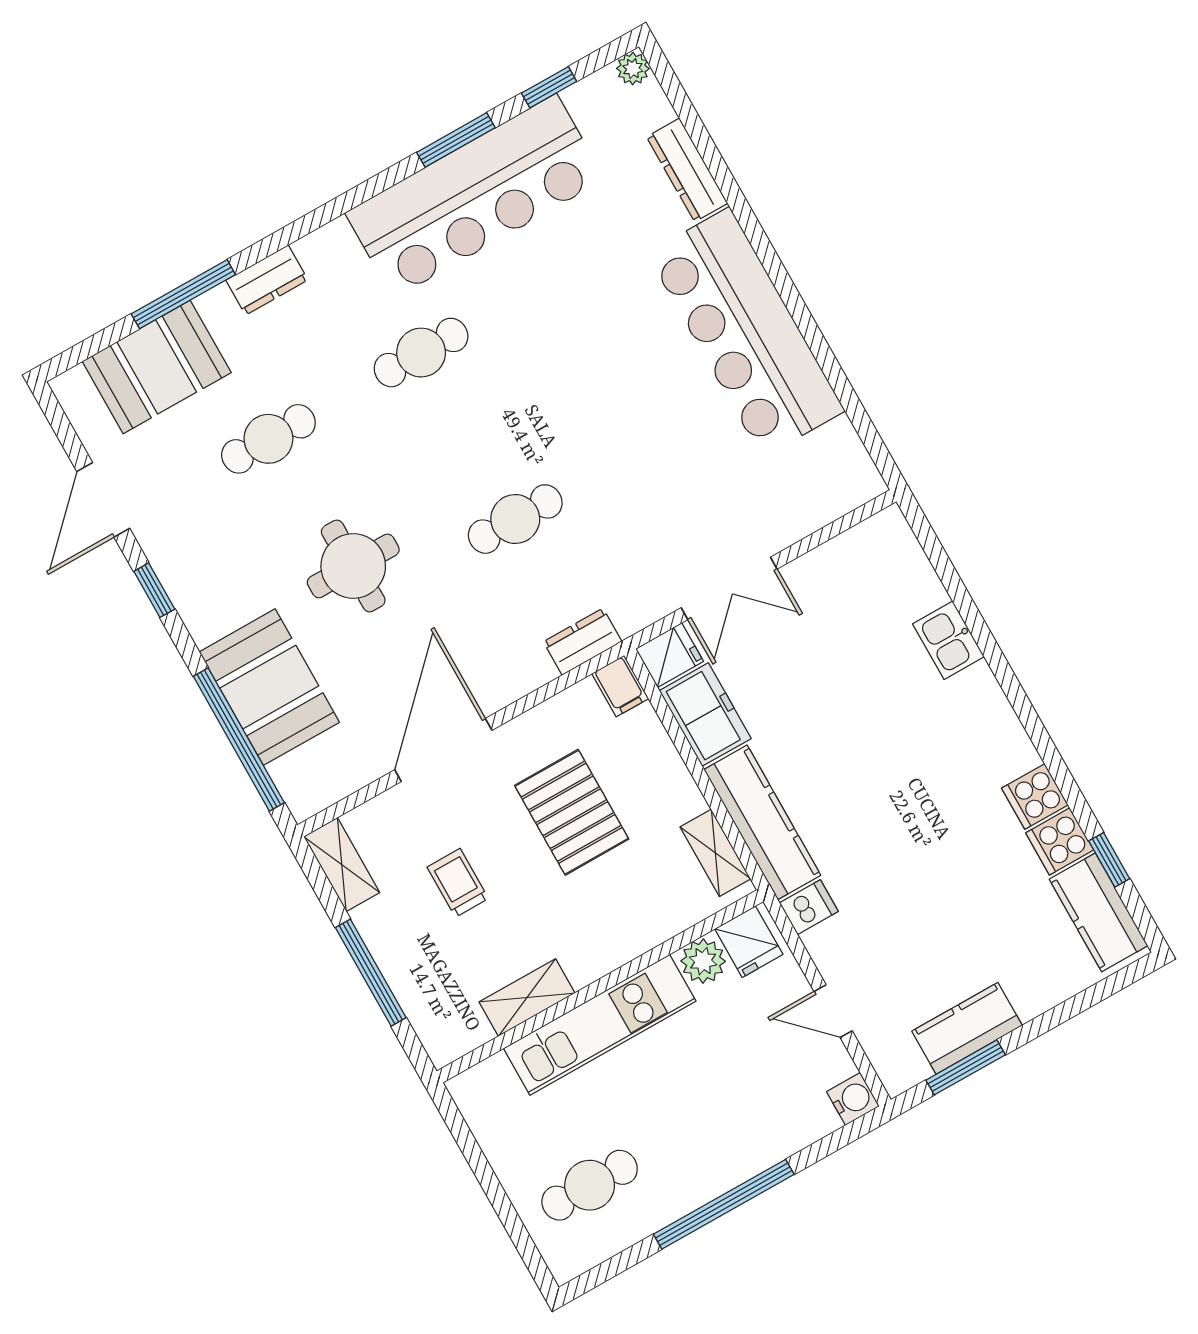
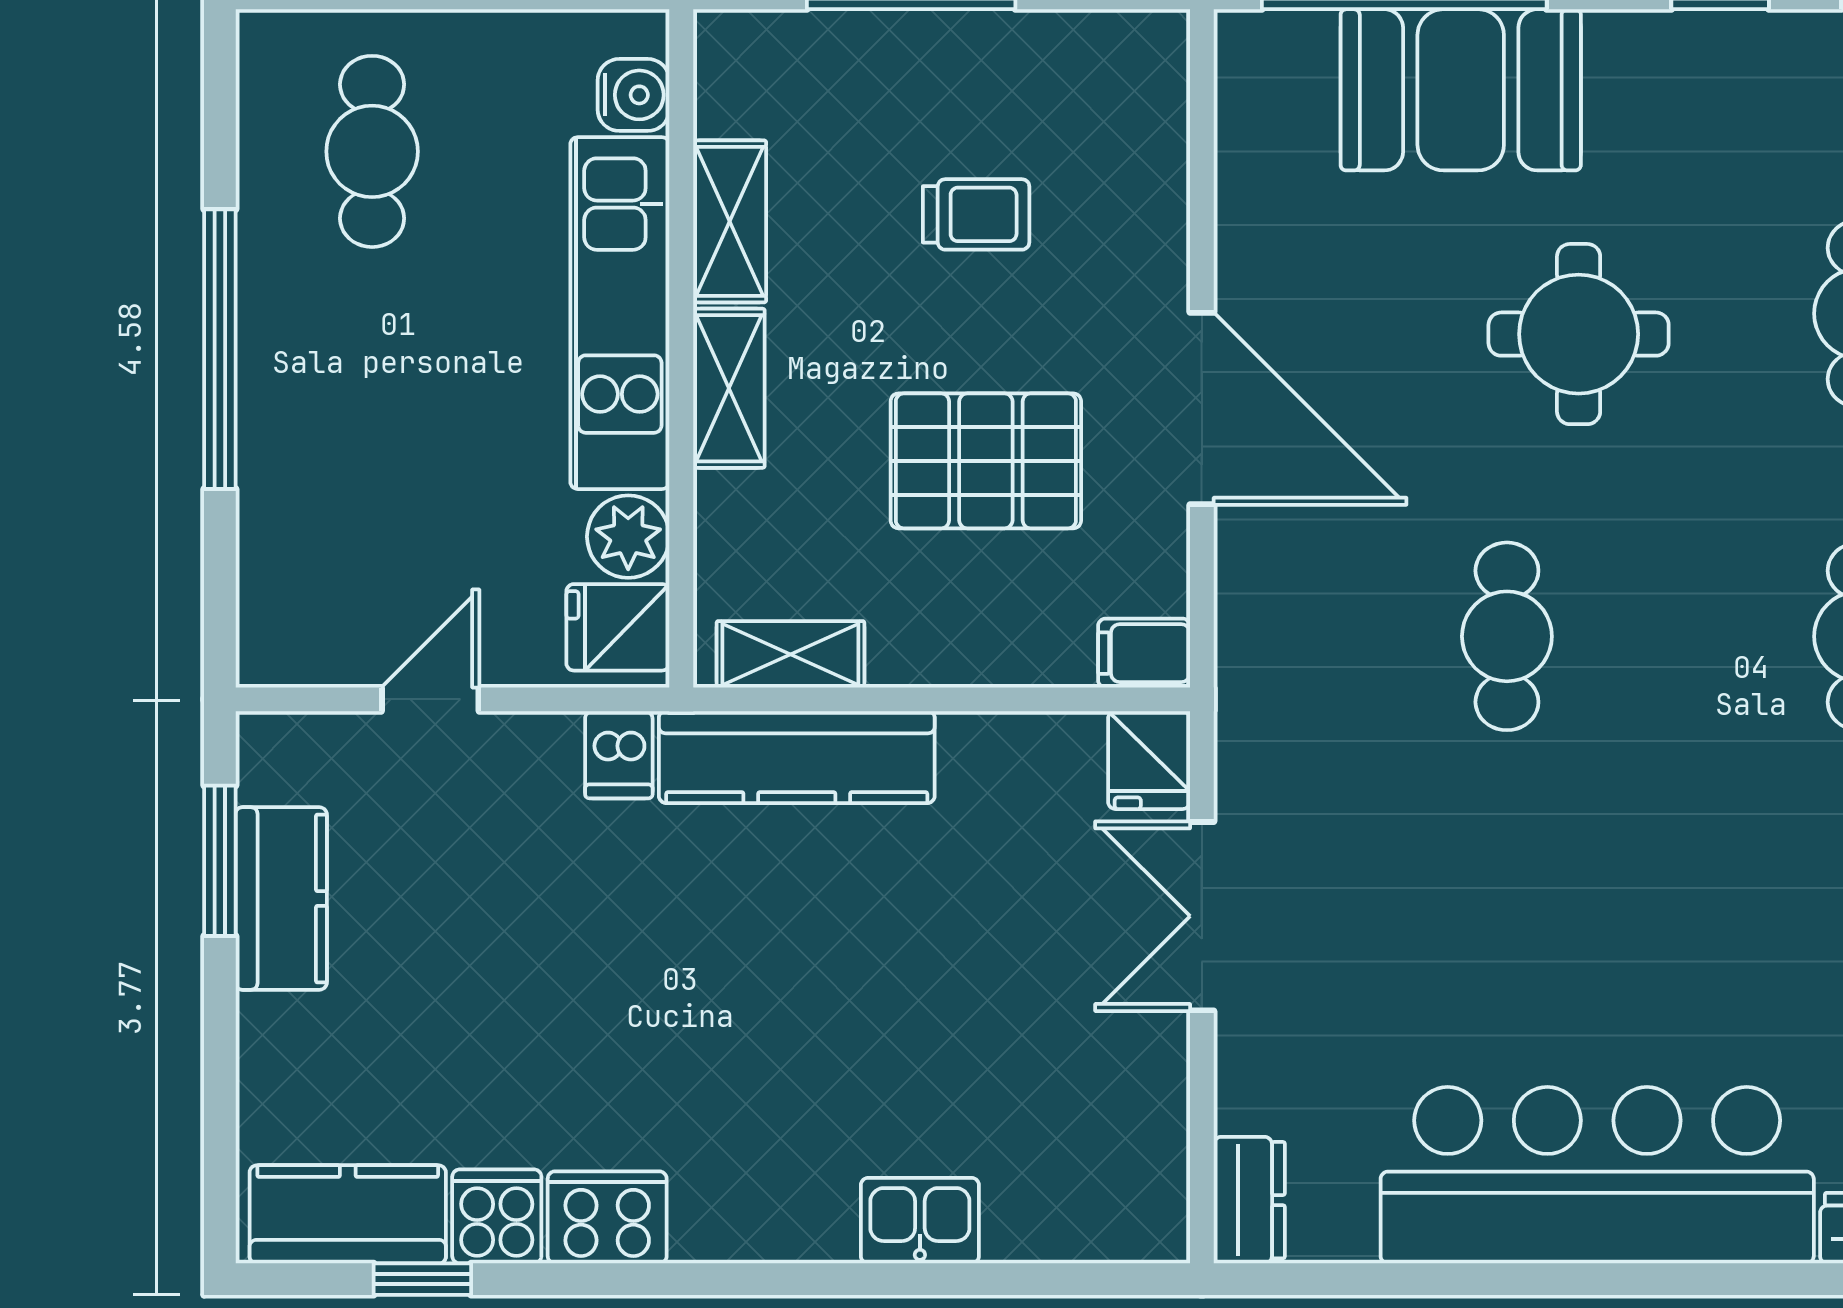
dresser: (583, 642) -> (1249, 1200), moved
freezer: (705, 715) -> (1021, 763), removed
door: (443, 750) -> (1202, 408), moved
cooker: (1035, 796) -> (607, 1217), width x1.36
shelving: (342, 865) -> (729, 388), moved, turned 90
water cooler: (853, 1099) -> (633, 95), moved, turned -90

